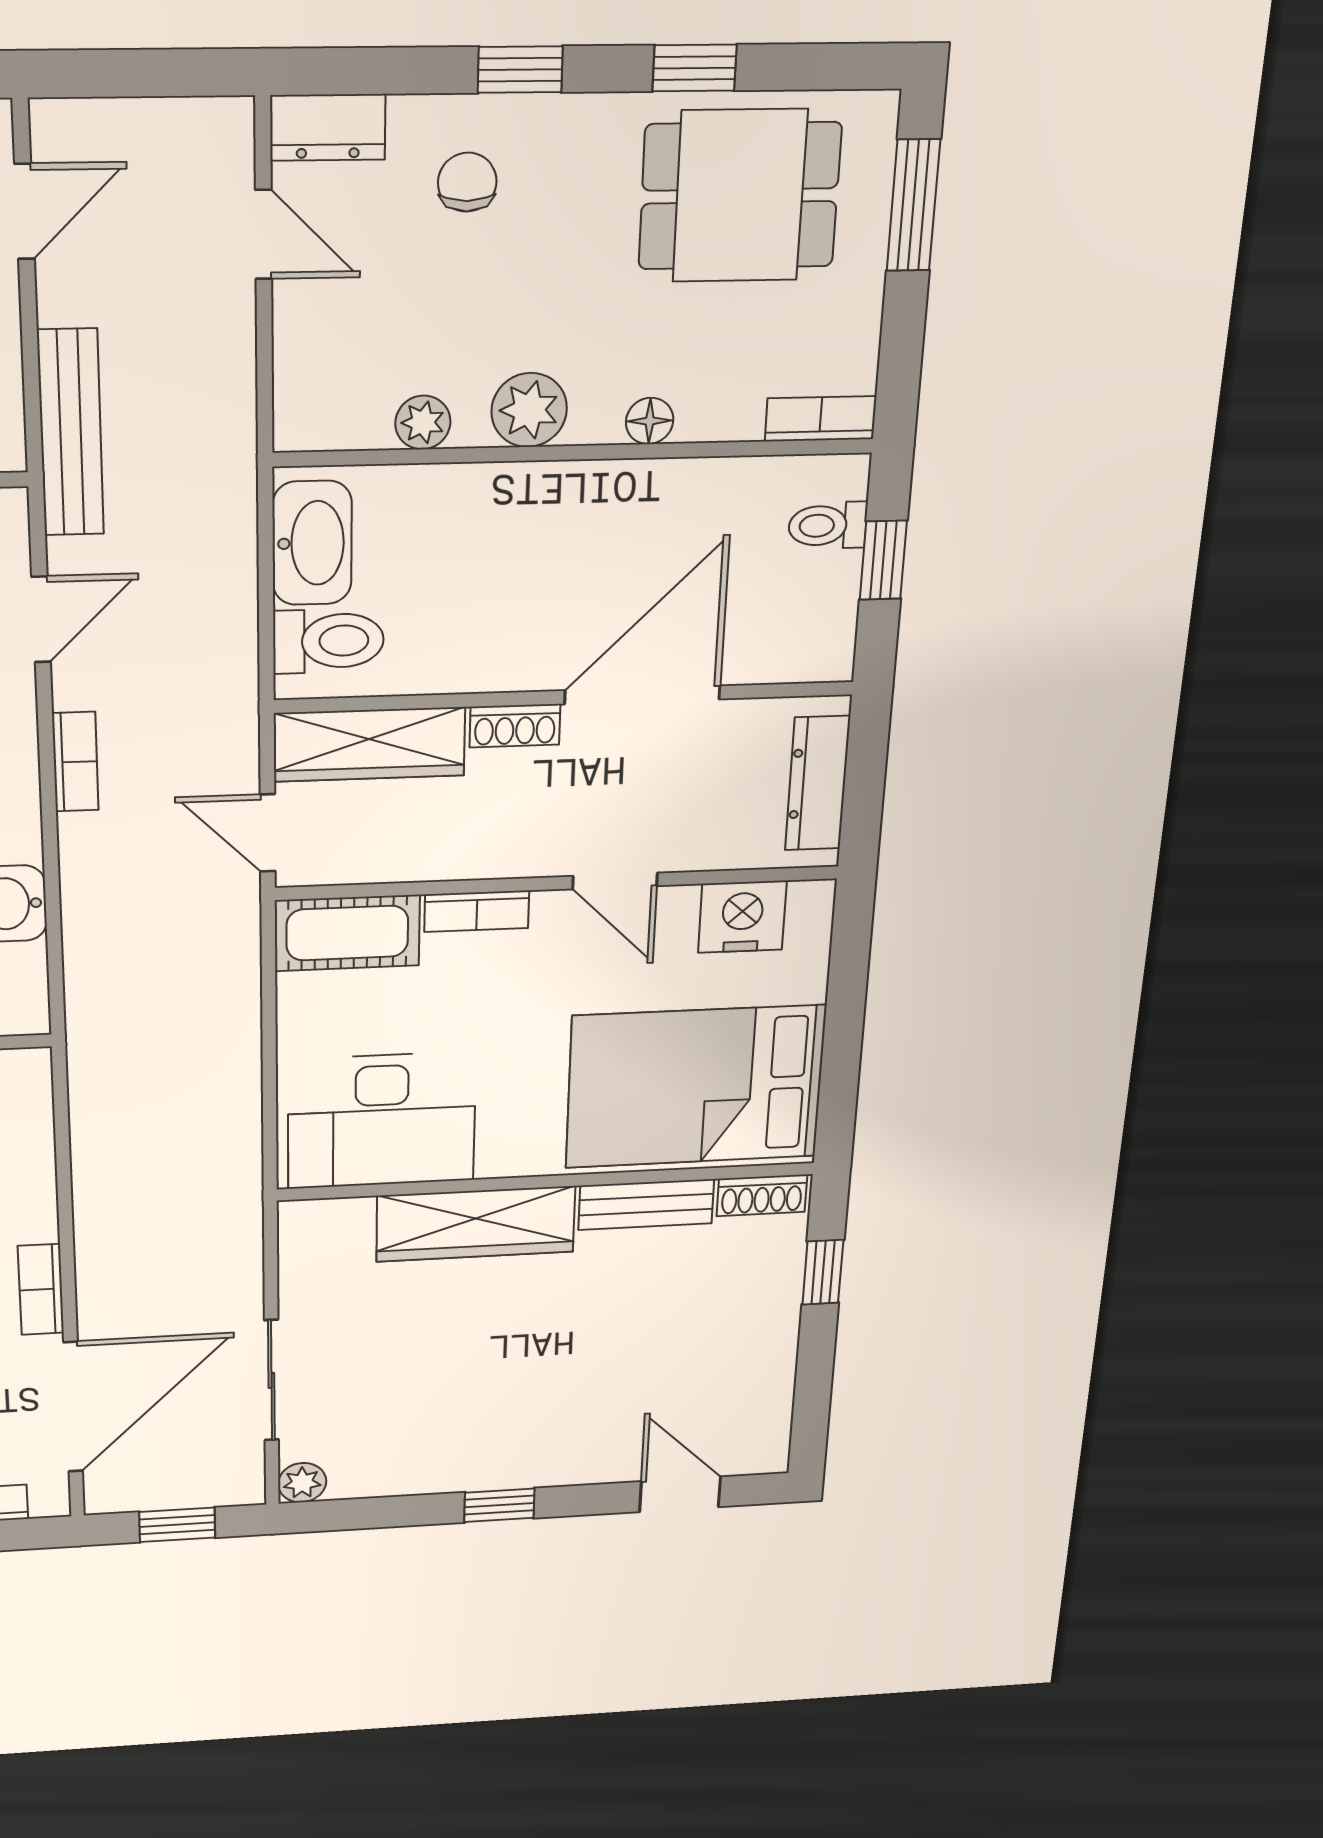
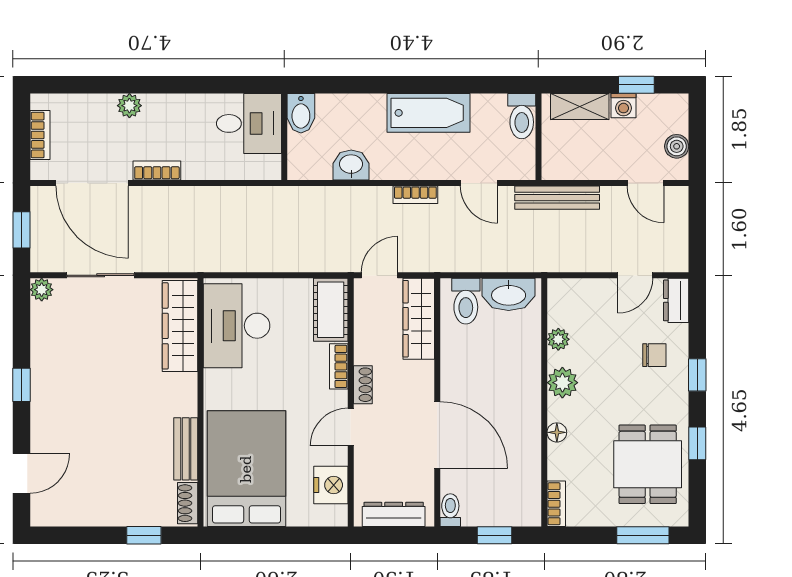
toilet: (828, 525) -> (450, 510), moved
shoe rack: (515, 726) -> (363, 385), moved, turned 180
wardrobe: (476, 1224) -> (180, 326), moved

